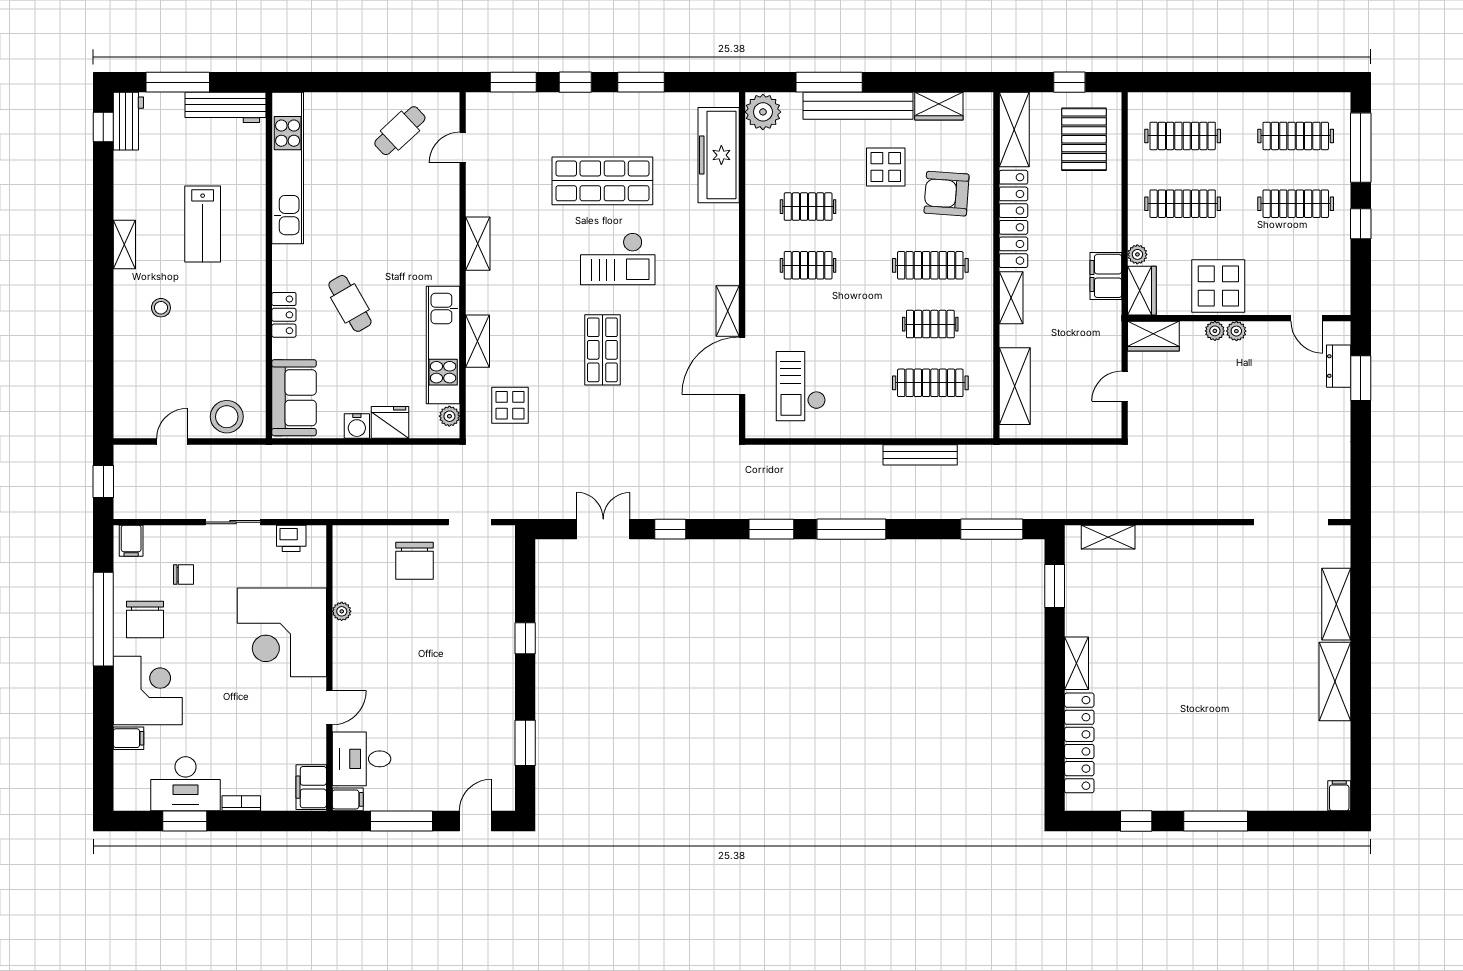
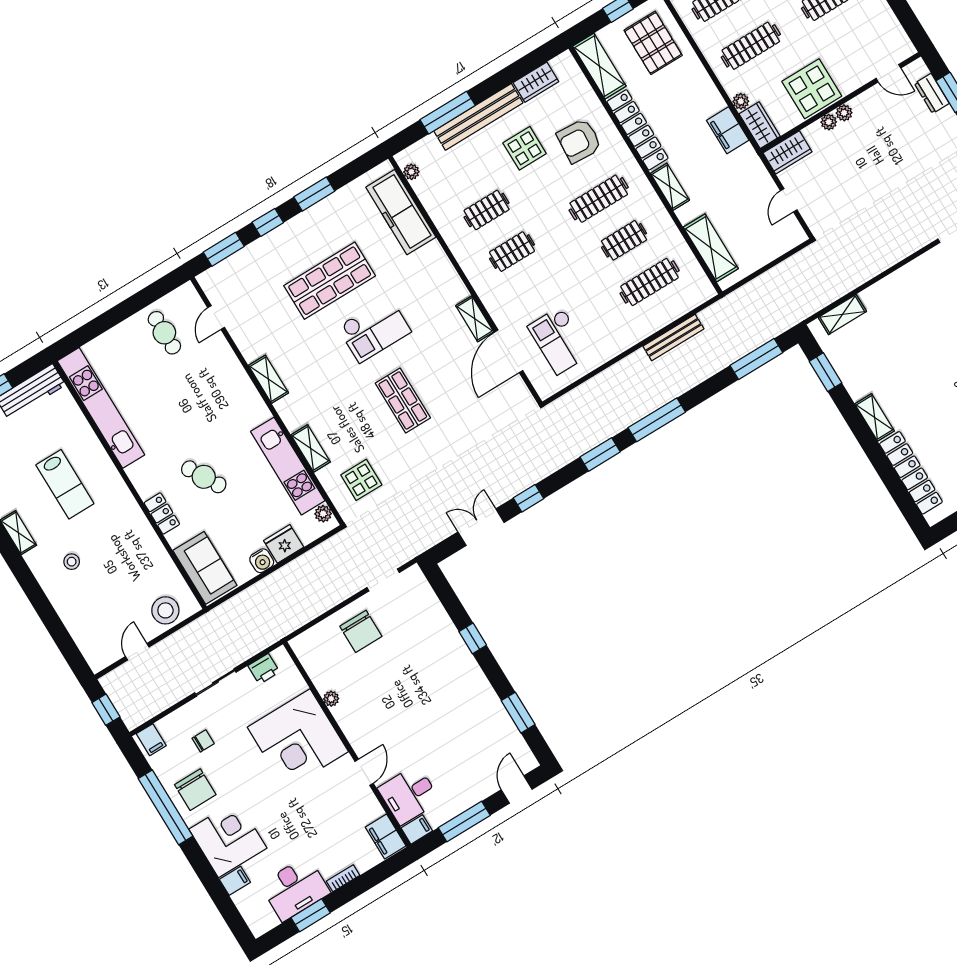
plant: (763, 112) -> (411, 172), width x0.53, depth x0.53
cafe table: (400, 131) -> (164, 333), turned -47

